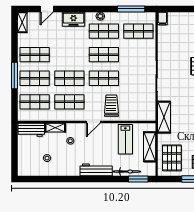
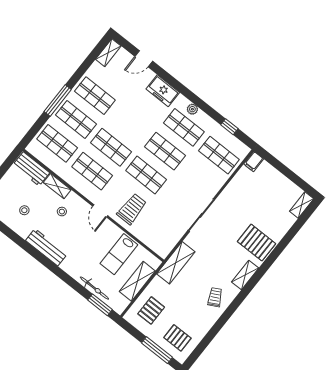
window: (131, 9) -> (229, 127), width x0.46
door: (93, 122) -> (100, 211), hinge flipped
pallet: (172, 158) -> (151, 310), width x0.67, depth x0.71
workbench: (96, 170) -> (46, 247), moved

